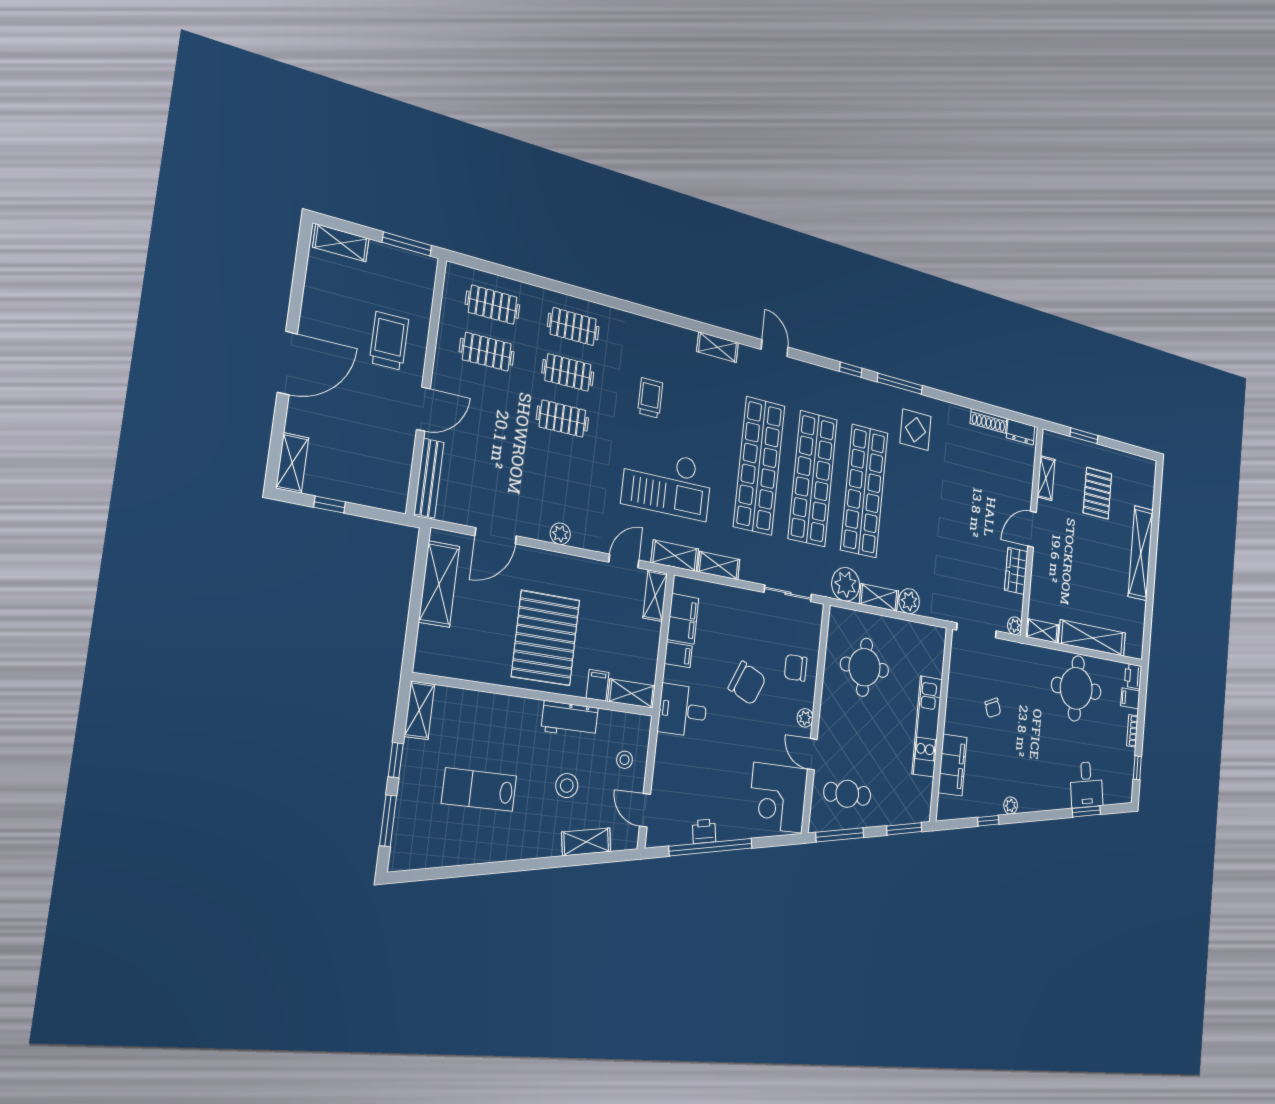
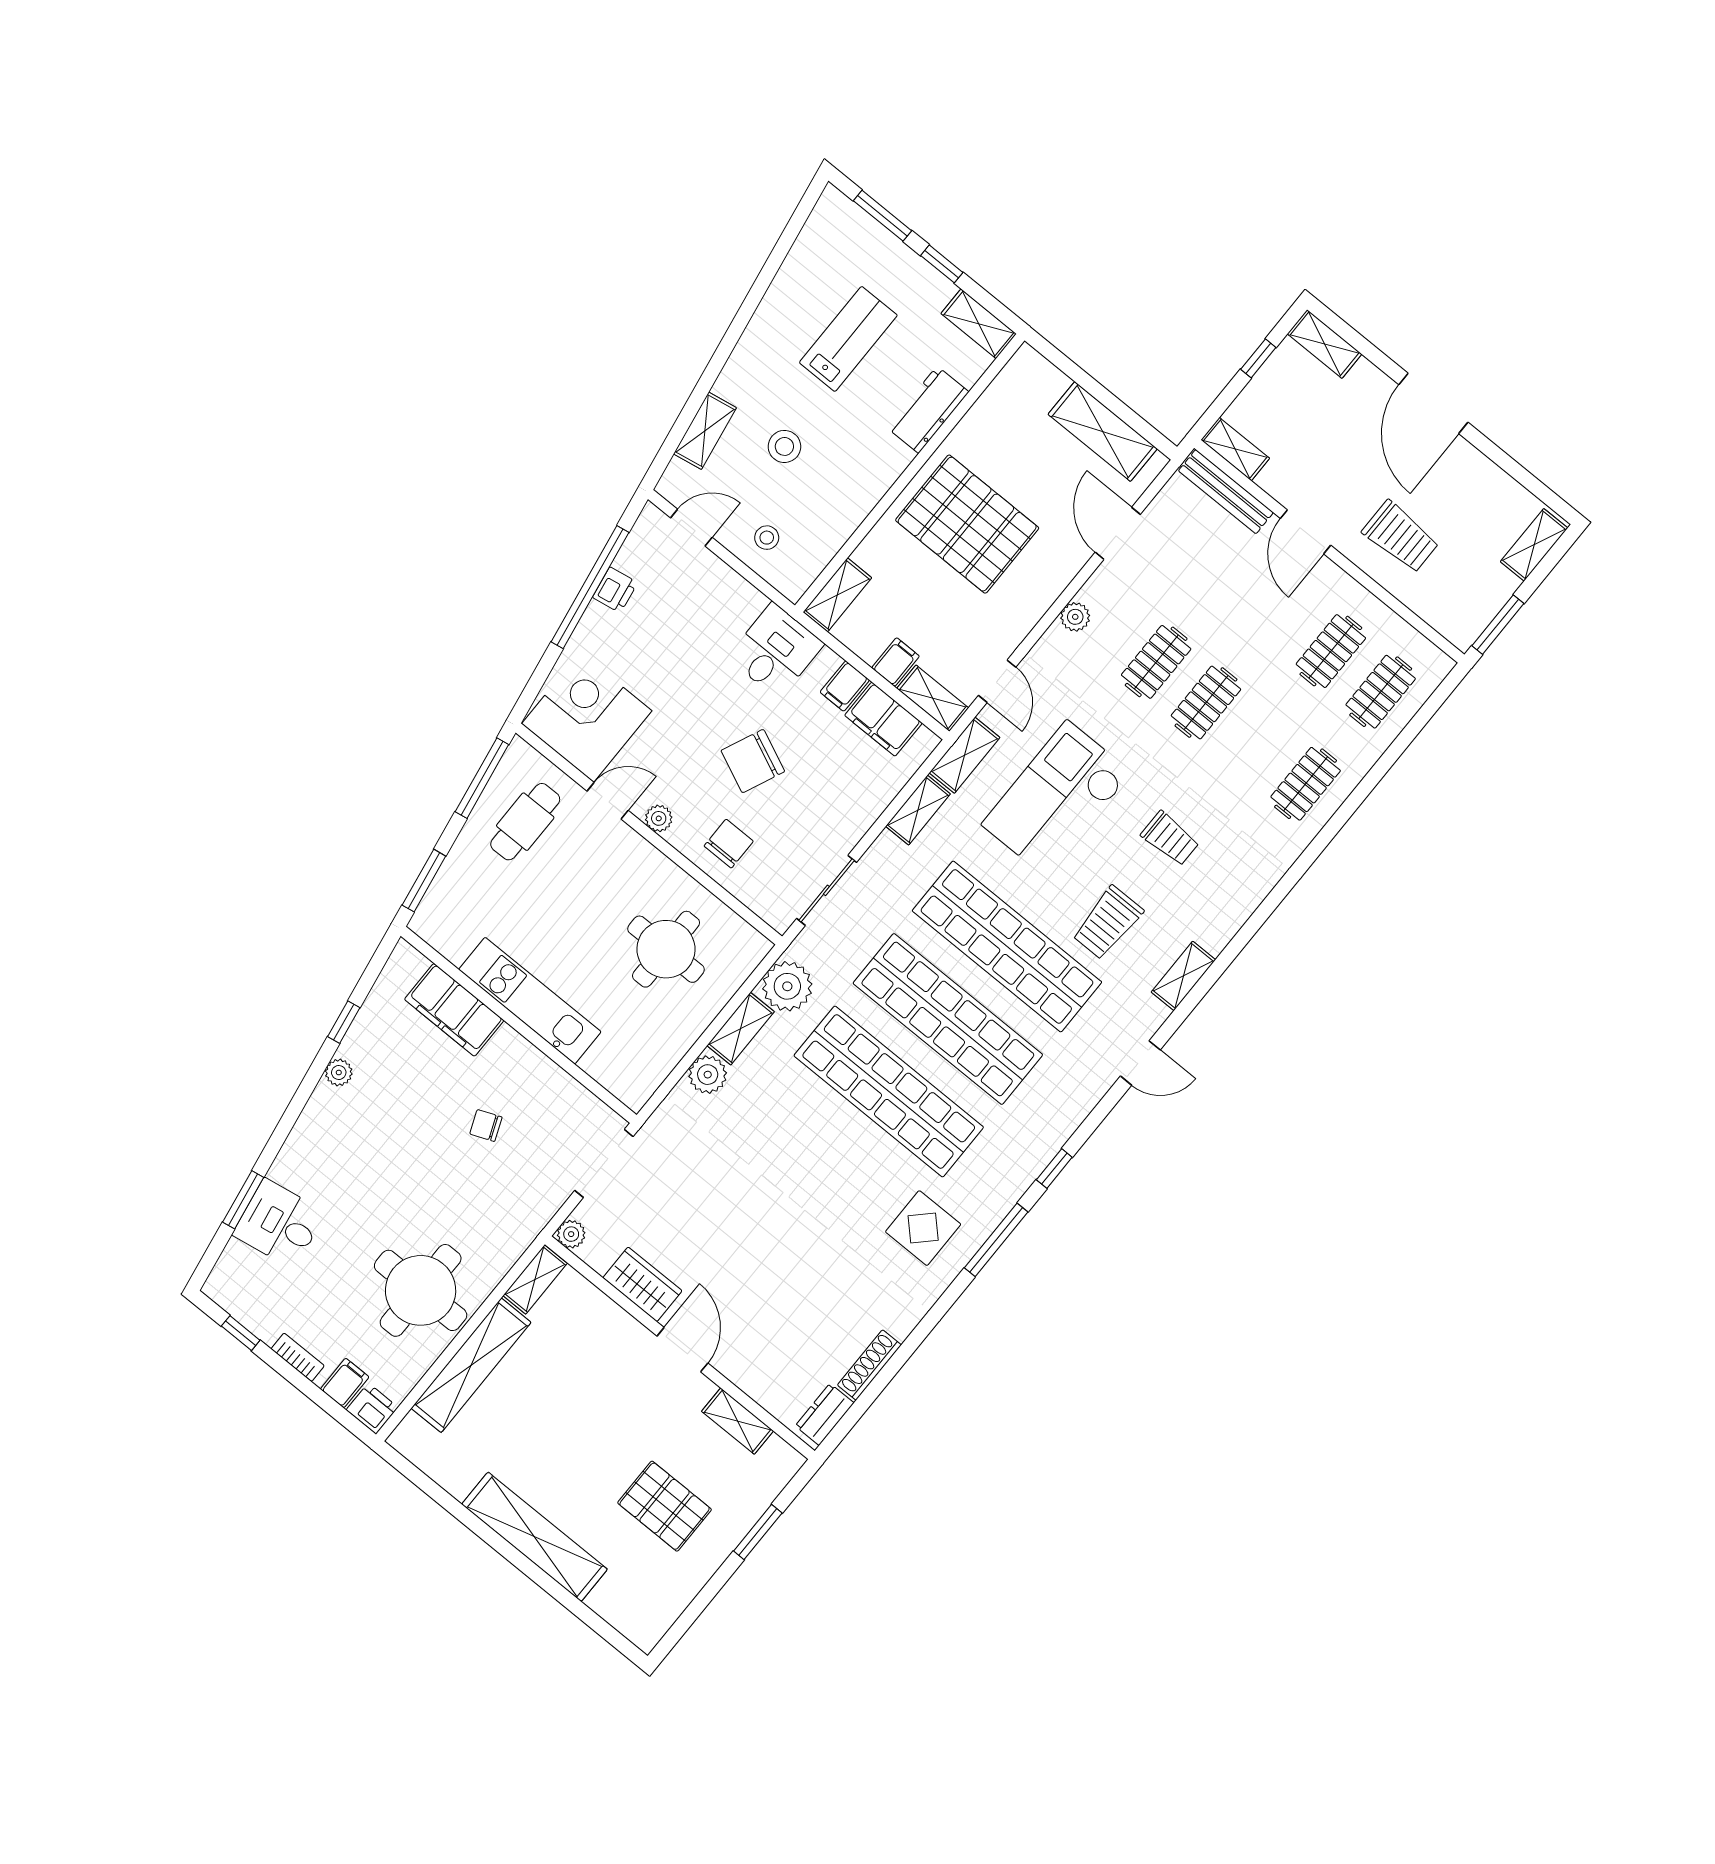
clothes rail: (568, 372) -> (1156, 662), moved
trolley: (715, 411) -> (1108, 923), added
shelving: (398, 487) -> (1235, 449), added
filing cabinet: (598, 685) -> (896, 662), moved, turned -90
workbench: (570, 719) -> (928, 410), moved

